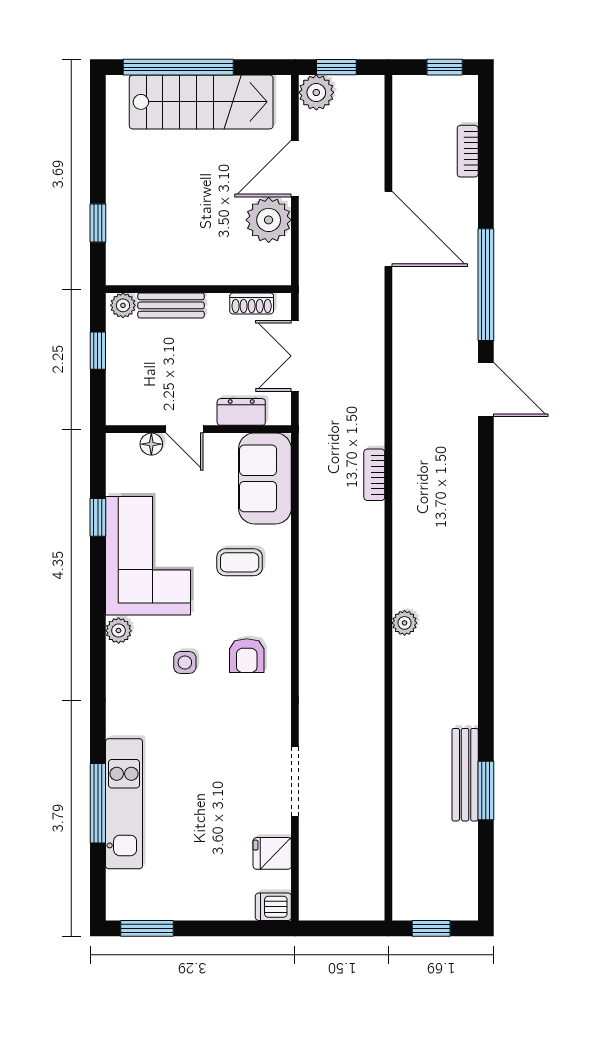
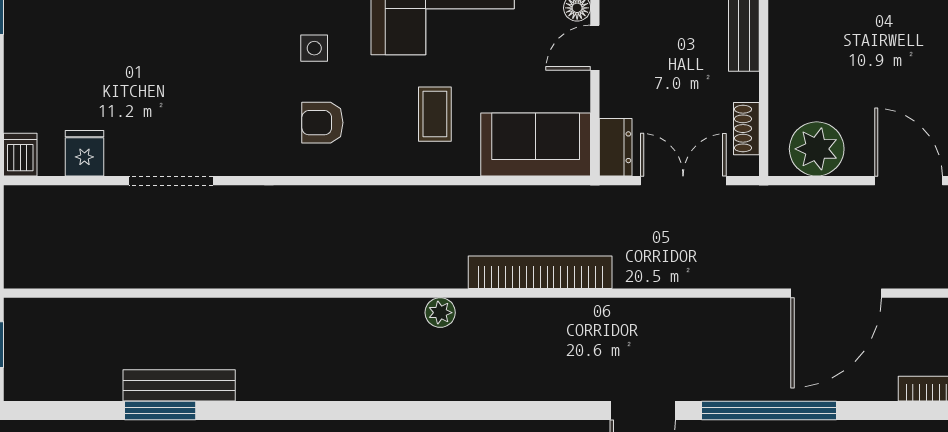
plant: (269, 220) -> (817, 149), moved
dresser: (241, 412) -> (616, 147), moved
bookcase: (374, 475) -> (540, 272), width x2.31, depth x1.31
plant: (405, 623) -> (440, 313), moved

